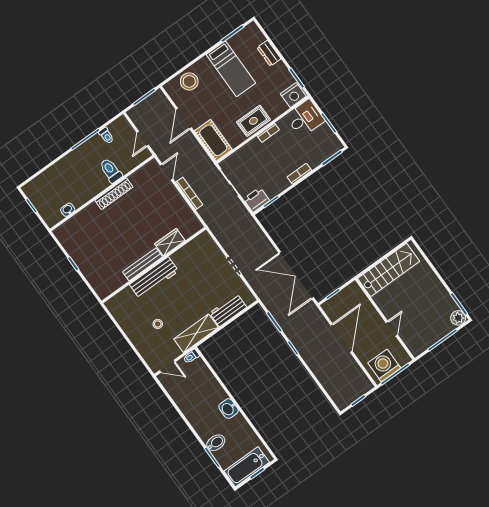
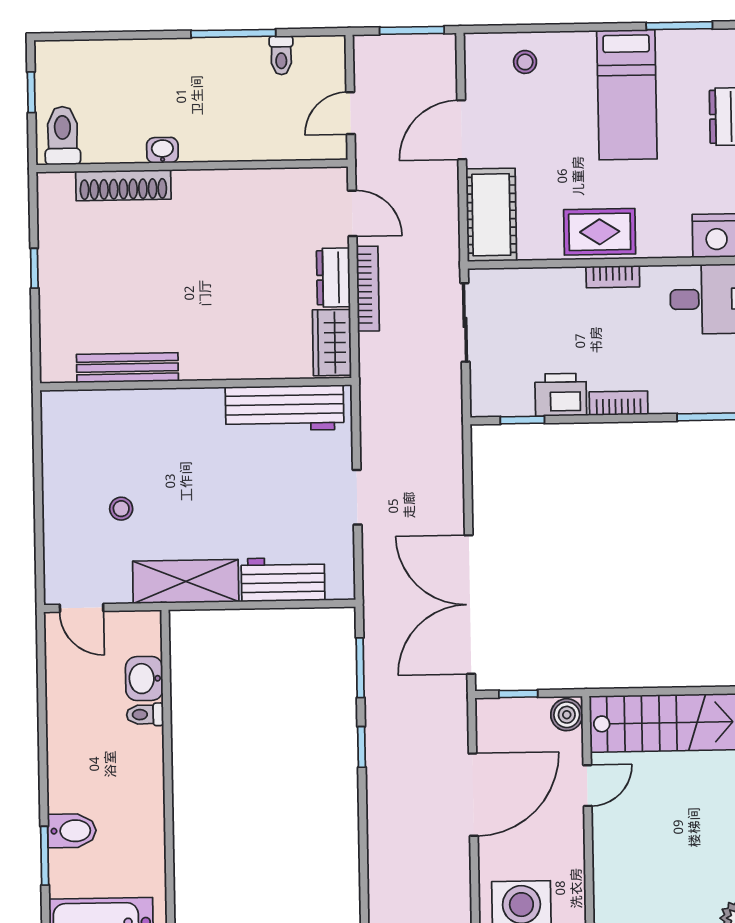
stool: (189, 81) -> (525, 62), width x0.53, depth x0.53
toilet: (111, 171) -> (63, 136), moved
door: (167, 172) -> (352, 213), hinge flipped
shoe rack: (114, 194) -> (123, 185), moved
dresser: (175, 198) -> (333, 278), added
printer: (257, 200) -> (561, 395), moved
washbasin: (68, 210) -> (162, 150), moved
wardrobe: (170, 242) -> (332, 343), moved, turned -90
bench: (143, 264) -> (127, 368), moved
workbench: (154, 278) -> (285, 408), moved
boiler: (354, 290) -> (567, 715), added
door: (392, 329) -> (587, 786), moved
toilet: (191, 356) -> (145, 715), moved
washbasin: (229, 409) -> (144, 679), moved

